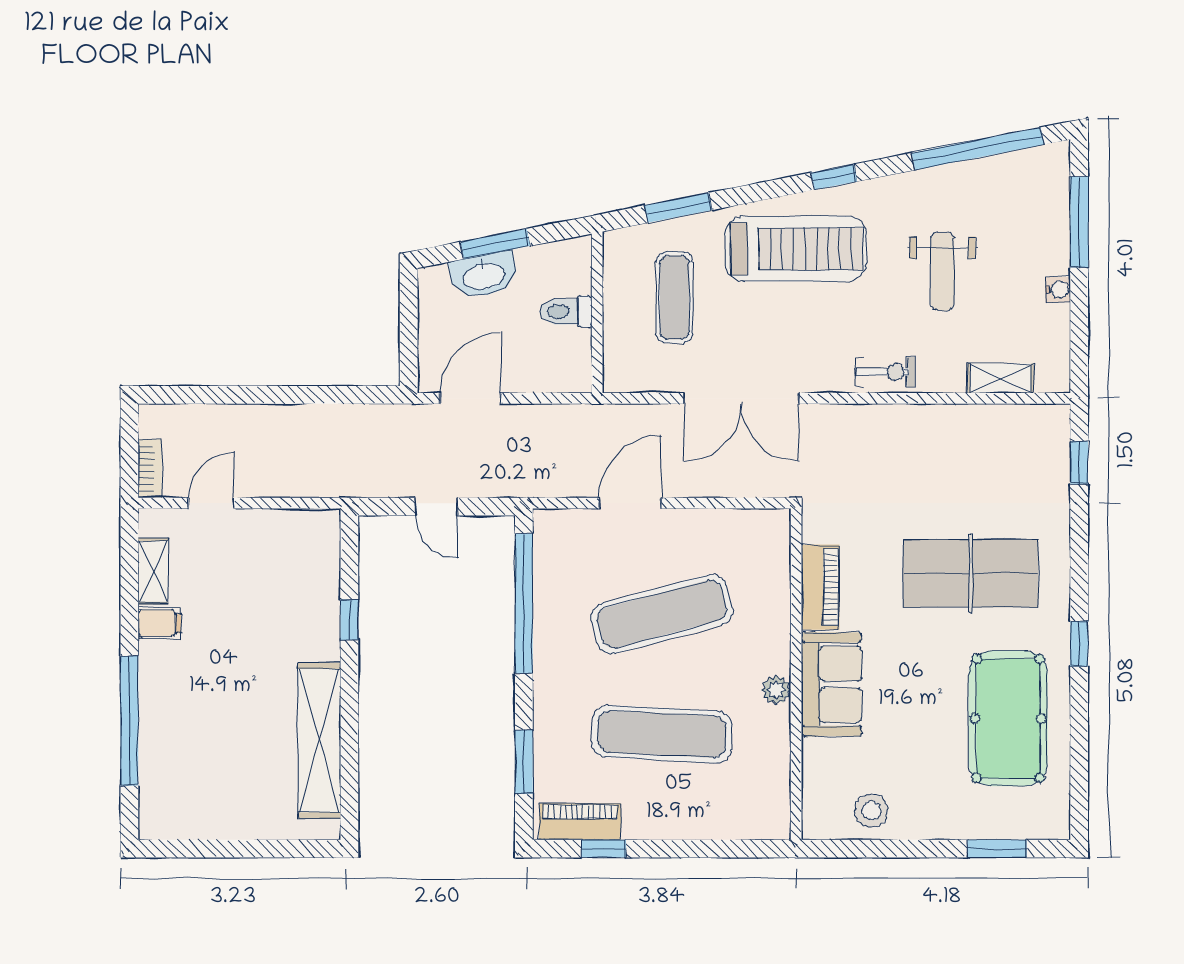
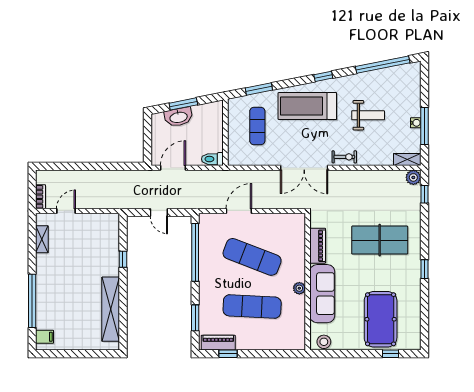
window: (1079, 222) -> (424, 126), moved
treadmill: (795, 249) -> (307, 106), turned 180
weight bench: (943, 271) -> (368, 115), turned -90
toilet: (566, 312) -> (212, 159), moved
shelving: (1001, 378) -> (407, 159), moved
double door: (741, 398) -> (304, 168), moved
plant: (1052, 422) -> (413, 177), added
exercise mat: (662, 614) -> (252, 257), turned 36
filing cabinet: (160, 623) -> (45, 337), moved
sofa: (832, 684) -> (322, 294), width x1.36
pool table: (1008, 718) -> (381, 319), moved
stool: (871, 811) -> (324, 342), moved
window: (997, 849) -> (391, 354), width x0.67

